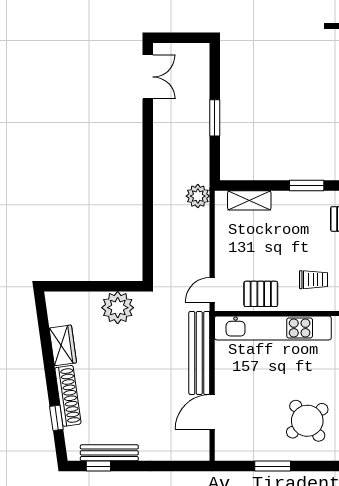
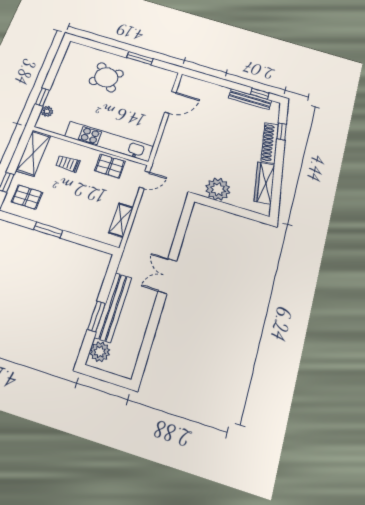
double door: (148, 77) -> (167, 276), moved
window: (215, 118) -> (96, 316), moved
plant: (198, 196) -> (100, 352), moved
shelving: (249, 200) -> (121, 220), moved, turned 90
wardrobe: (63, 345) -> (264, 183), width x1.50
bench: (199, 353) -> (113, 307), moved

